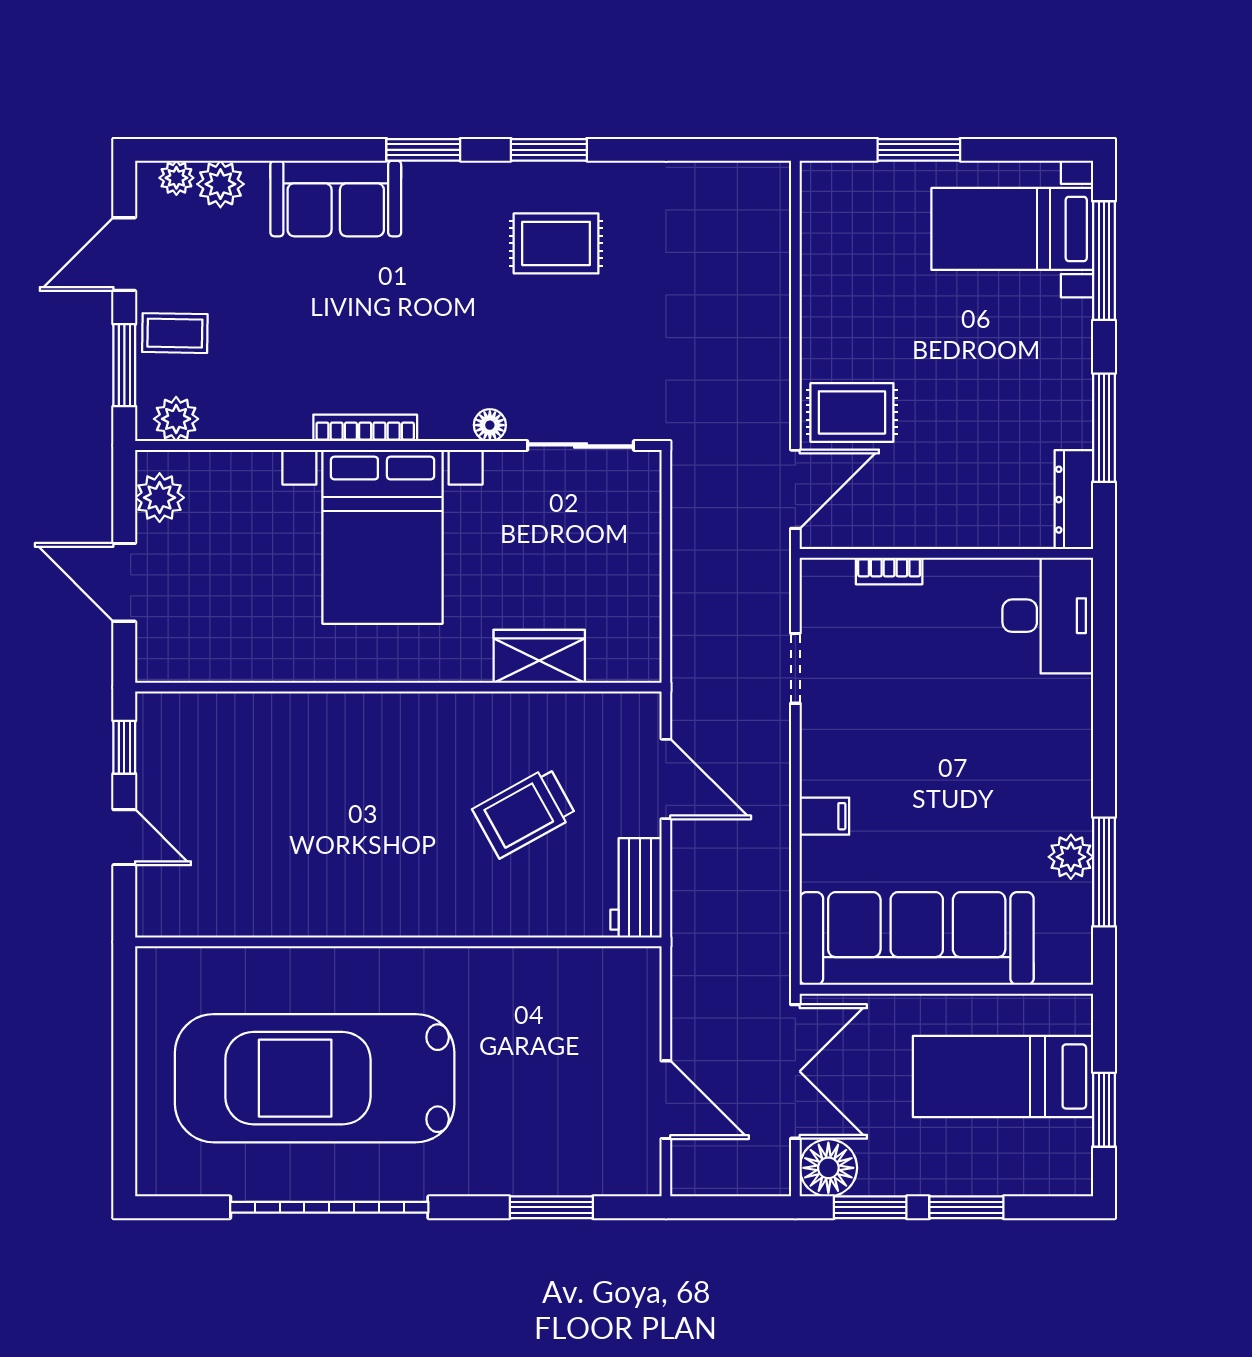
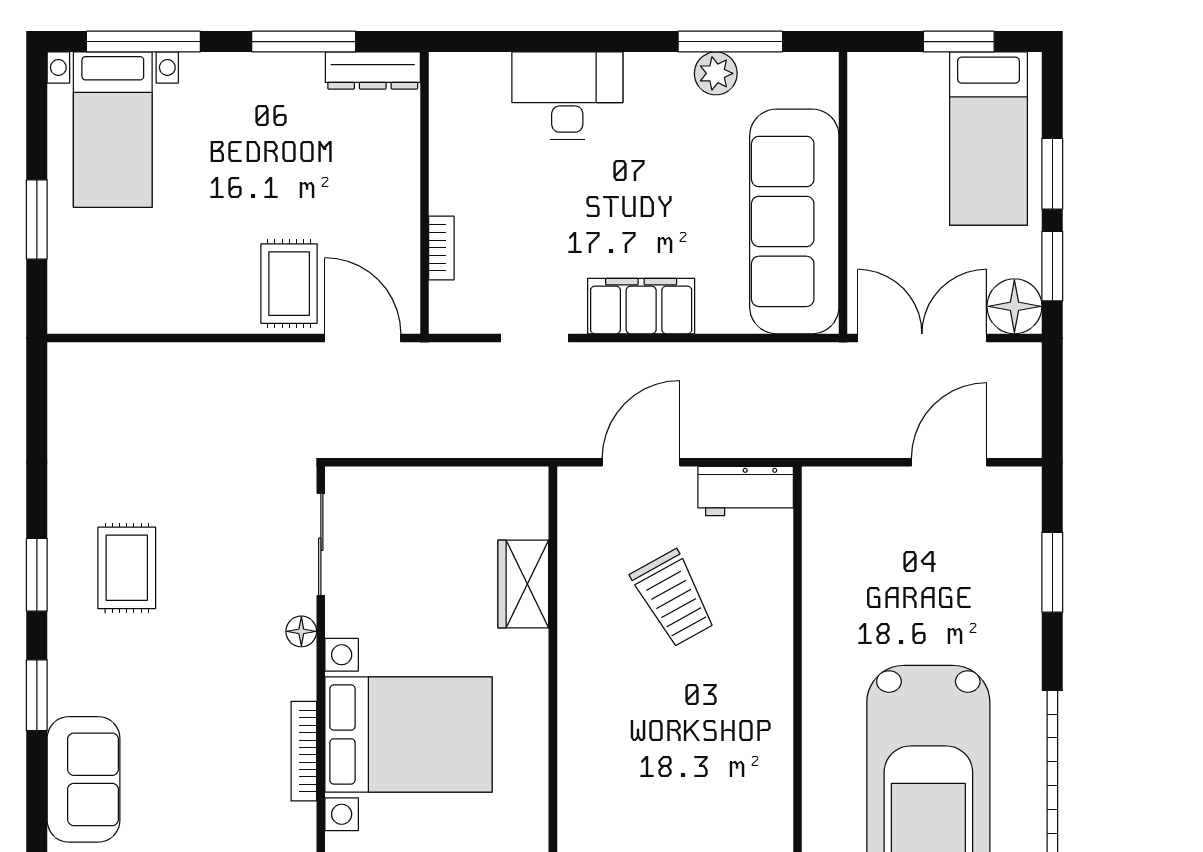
desk: (1048, 616) -> (567, 96), moved
filing cabinet: (824, 816) -> (641, 306), width x3.00, depth x1.17
bed: (1003, 1076) -> (989, 139), moved

